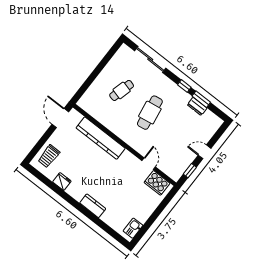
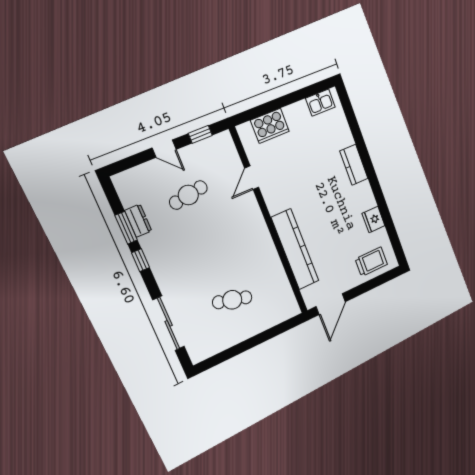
cafe table: (150, 113) -> (188, 195), moved, width x0.73, depth x0.74
cooker: (157, 183) -> (270, 126), moved, turned 90

